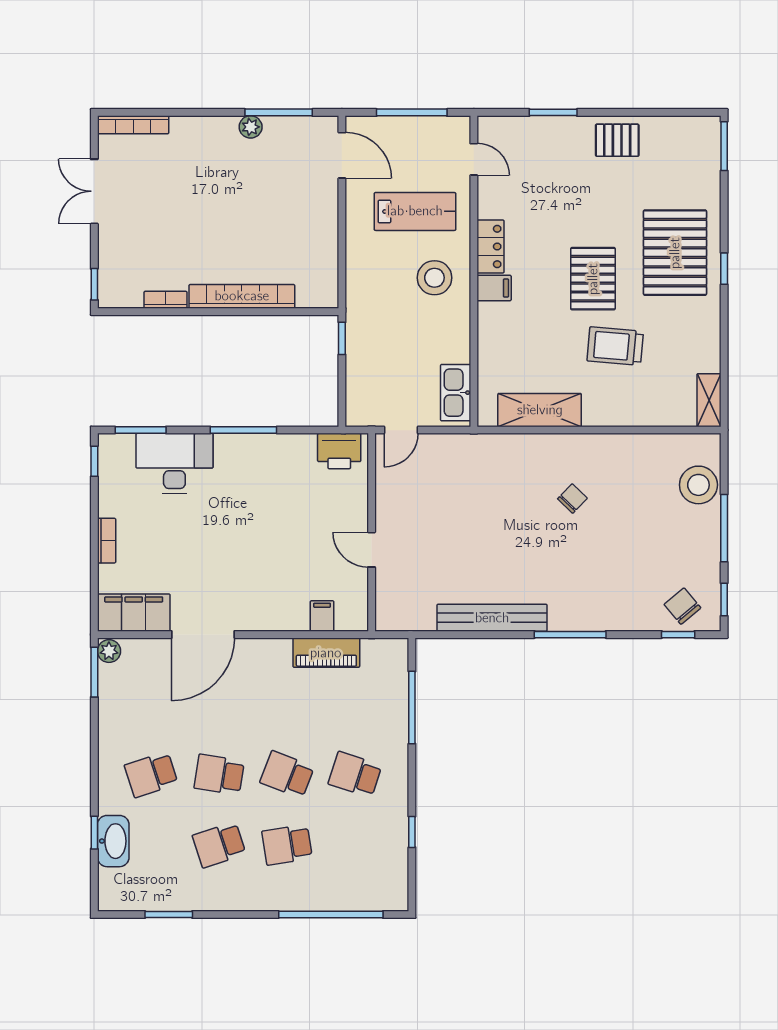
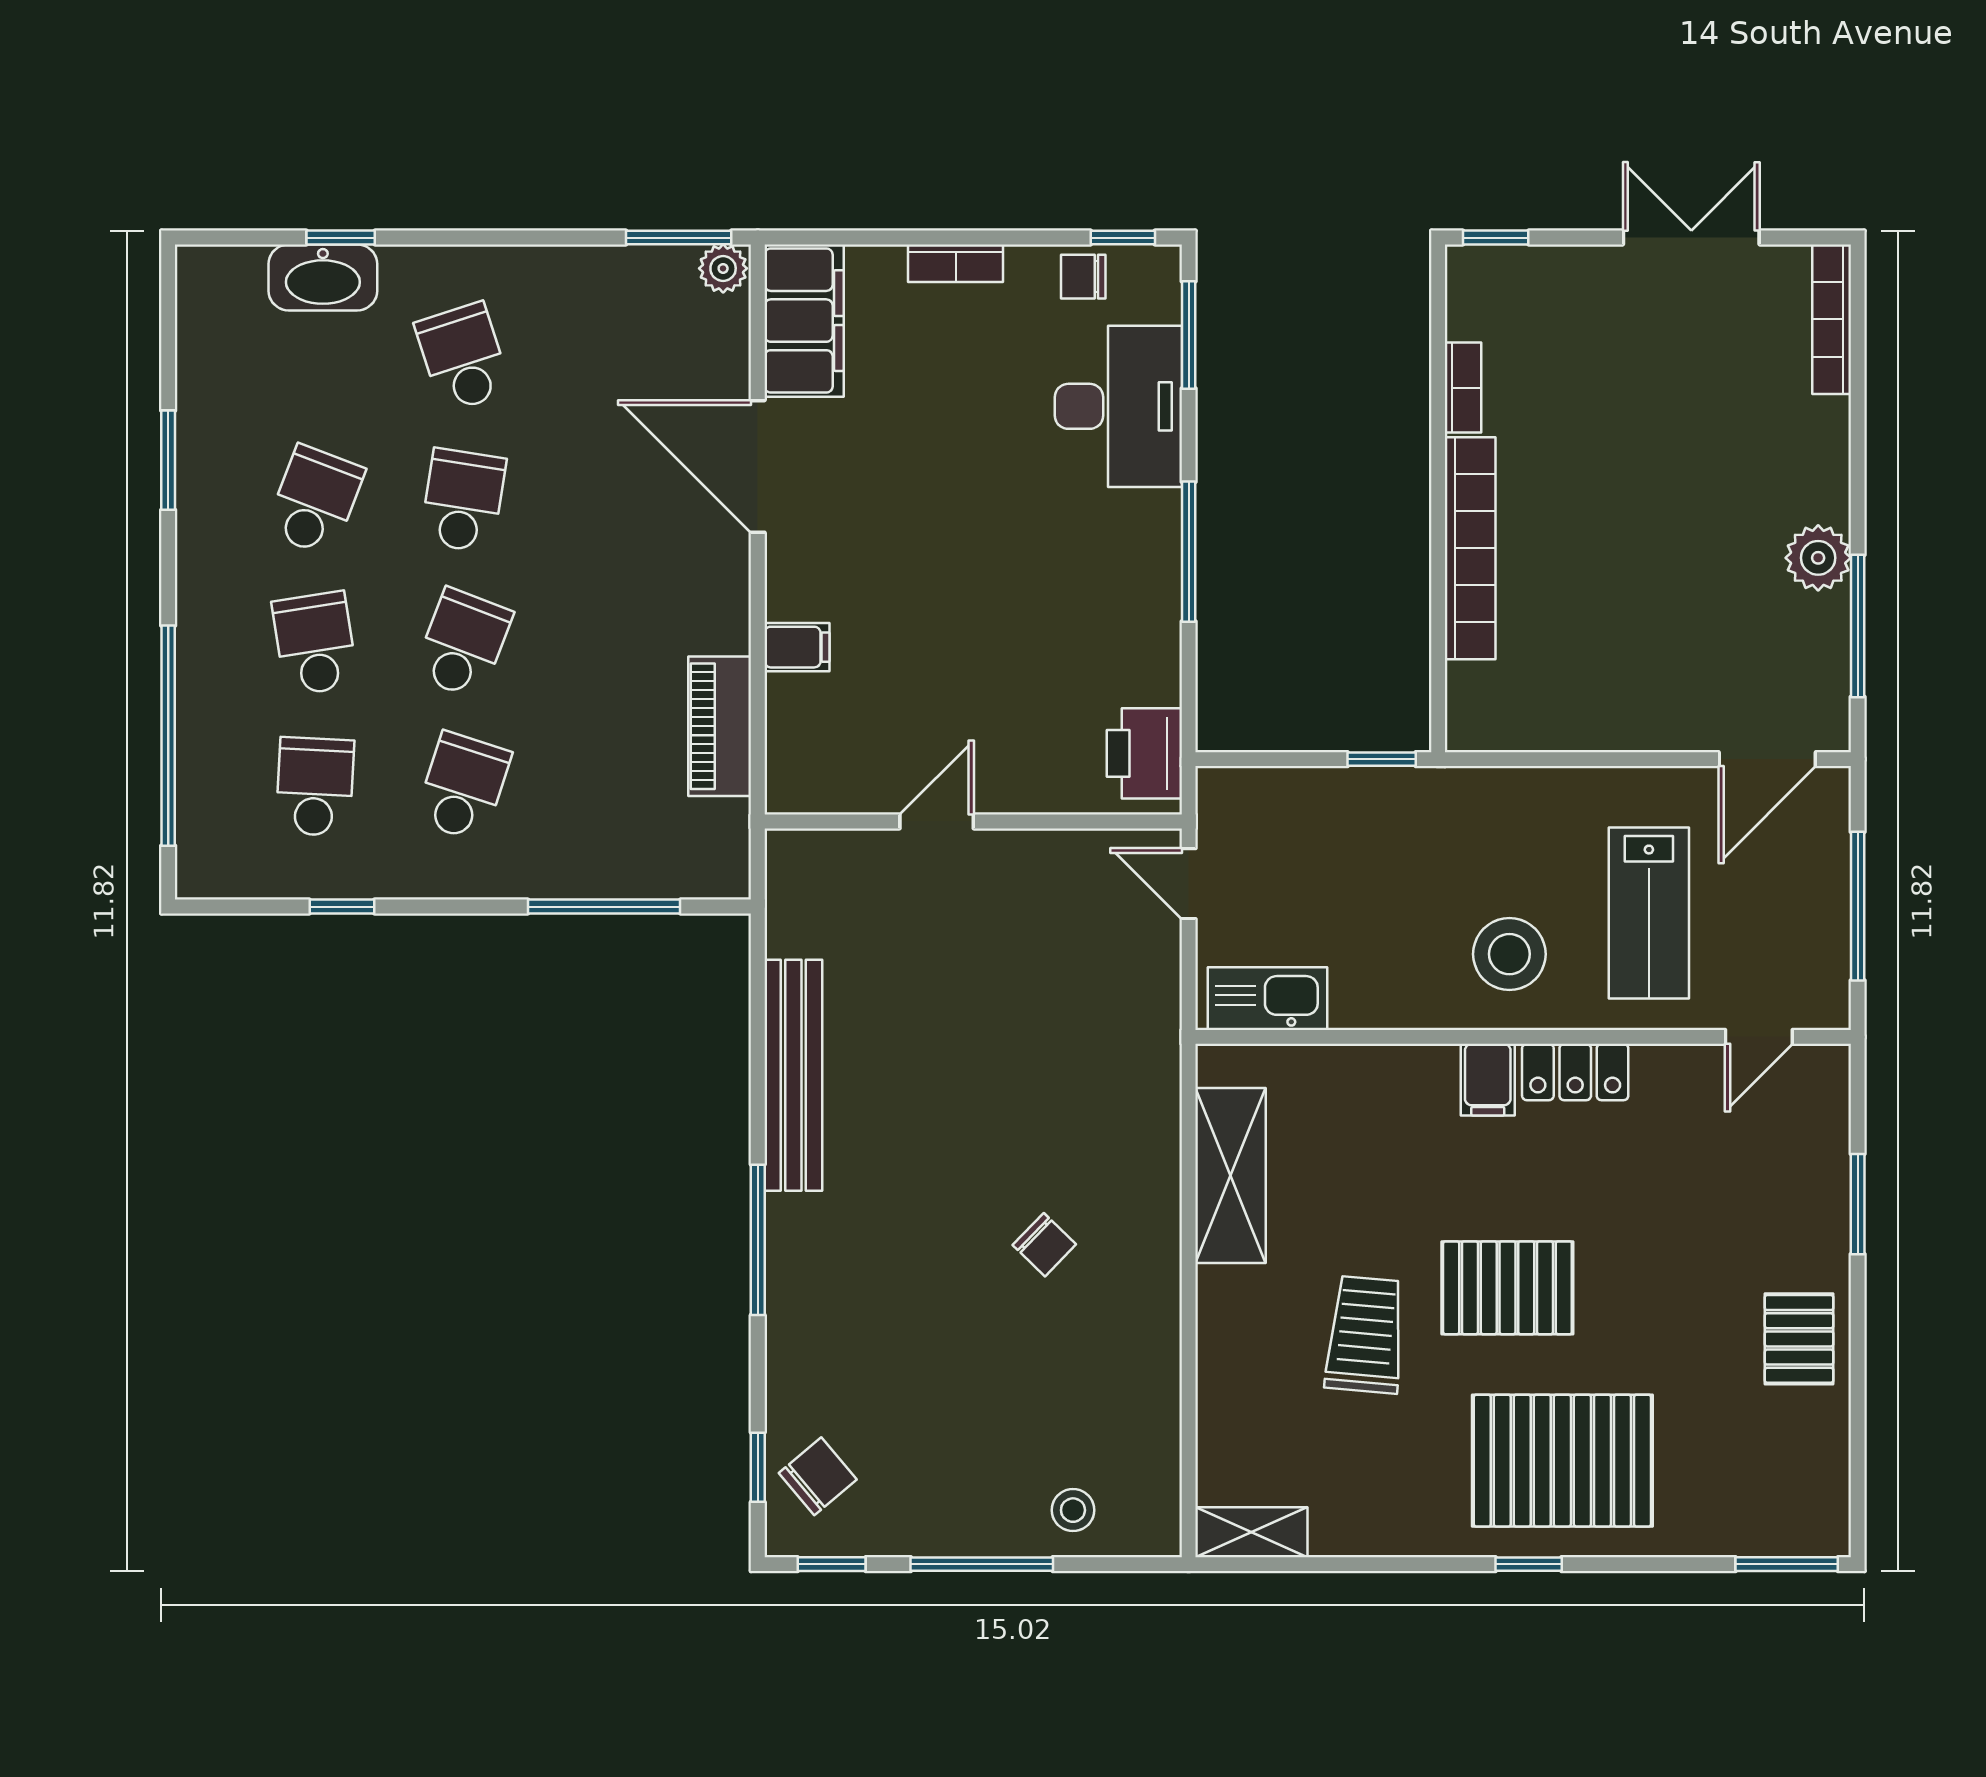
plant: (251, 127) -> (1818, 558), width x1.38, depth x1.38
chair: (113, 480) -> (1083, 277), added
stool: (698, 485) -> (1073, 1510), width x0.53, depth x0.53
filing cabinet: (322, 616) -> (797, 647), moved
school desk: (219, 845) -> (315, 500), turned 39
school desk: (355, 845) -> (315, 787), added
window: (169, 915) -> (168, 460), moved

